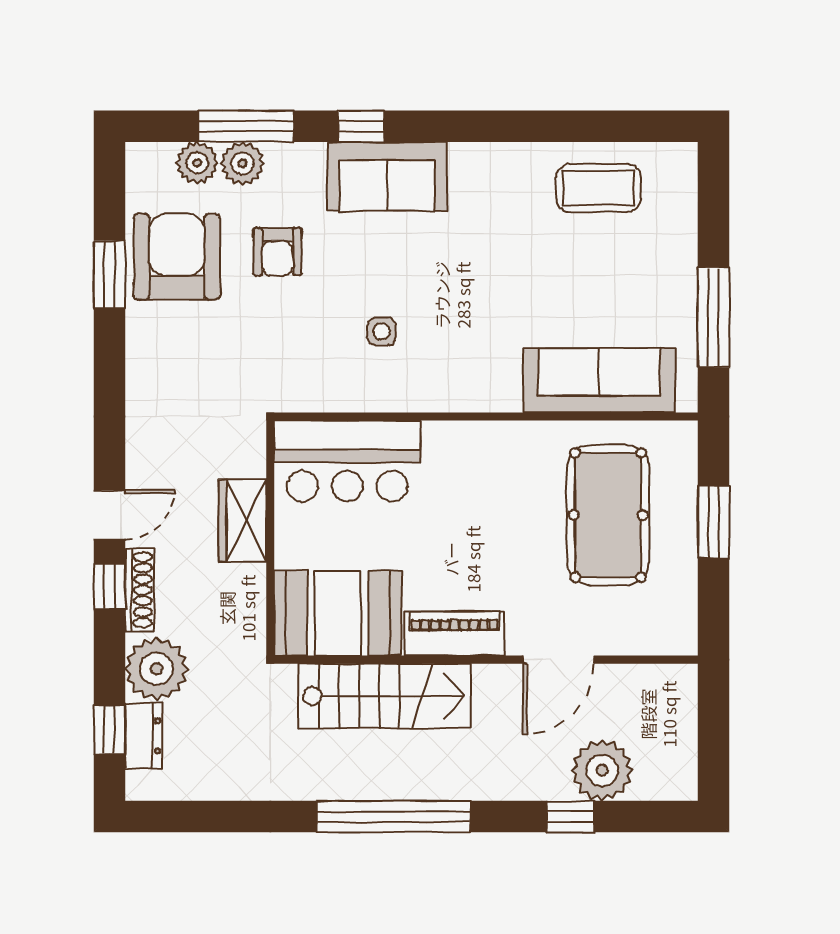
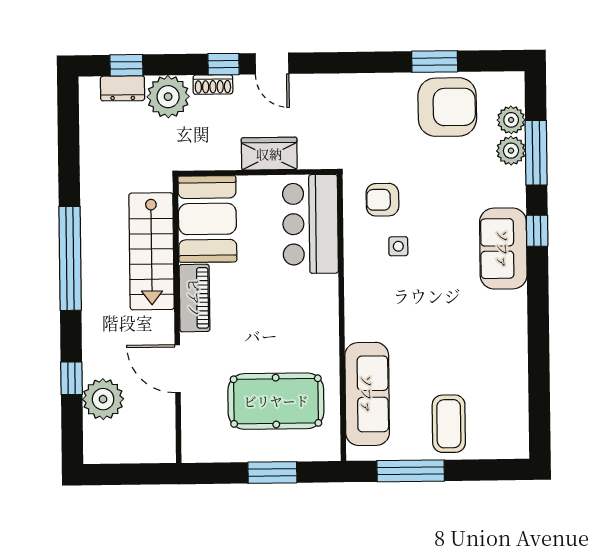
coffee table: (598, 188) -> (449, 424), moved
armchair: (277, 252) -> (382, 200), moved
shoe rack: (139, 590) -> (213, 84), width x0.70

